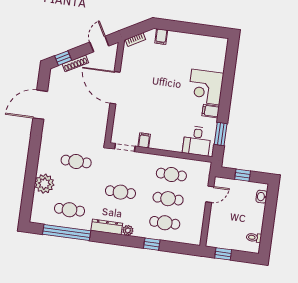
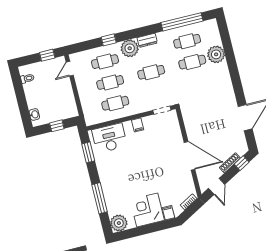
plant: (218, 46) -> (119, 223), added
window: (228, 81) -> (100, 198), added
corner desk: (206, 87) -> (147, 210), moved, turned -90
filing cabinet: (211, 111) -> (104, 168), removed
filing cabinet: (144, 140) -> (138, 125), moved
desk: (197, 141) -> (109, 138), width x1.37
cafe table: (76, 161) -> (192, 62), moved
door: (210, 194) -> (70, 69), moved
dresser: (107, 227) -> (147, 40), width x0.70
plant: (128, 230) -> (130, 48), width x1.88, depth x1.88

